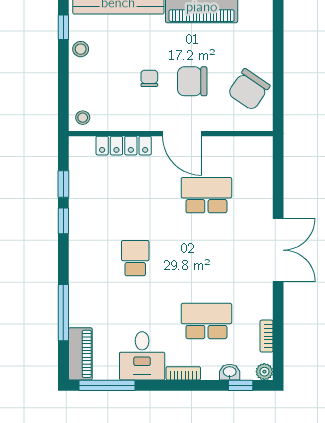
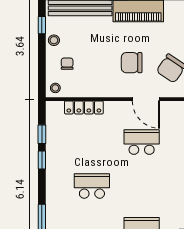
chair: (149, 78) -> (67, 64), moved
door: (182, 134) -> (146, 99), moved
school desk: (135, 258) -> (92, 186), width x1.85

